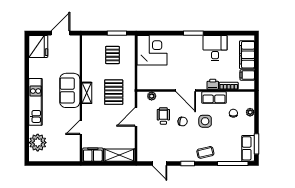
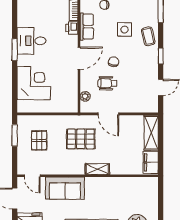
desk: (215, 48) -> (31, 41), moved
corner desk: (152, 50) -> (34, 83), moved, turned 90
pallet: (112, 55) -> (39, 140), turned 90
sofa: (70, 90) -> (65, 188), moved
shelving: (87, 93) -> (97, 169), moved
side table: (205, 121) -> (124, 30), moved
door: (81, 127) -> (32, 176), moved

